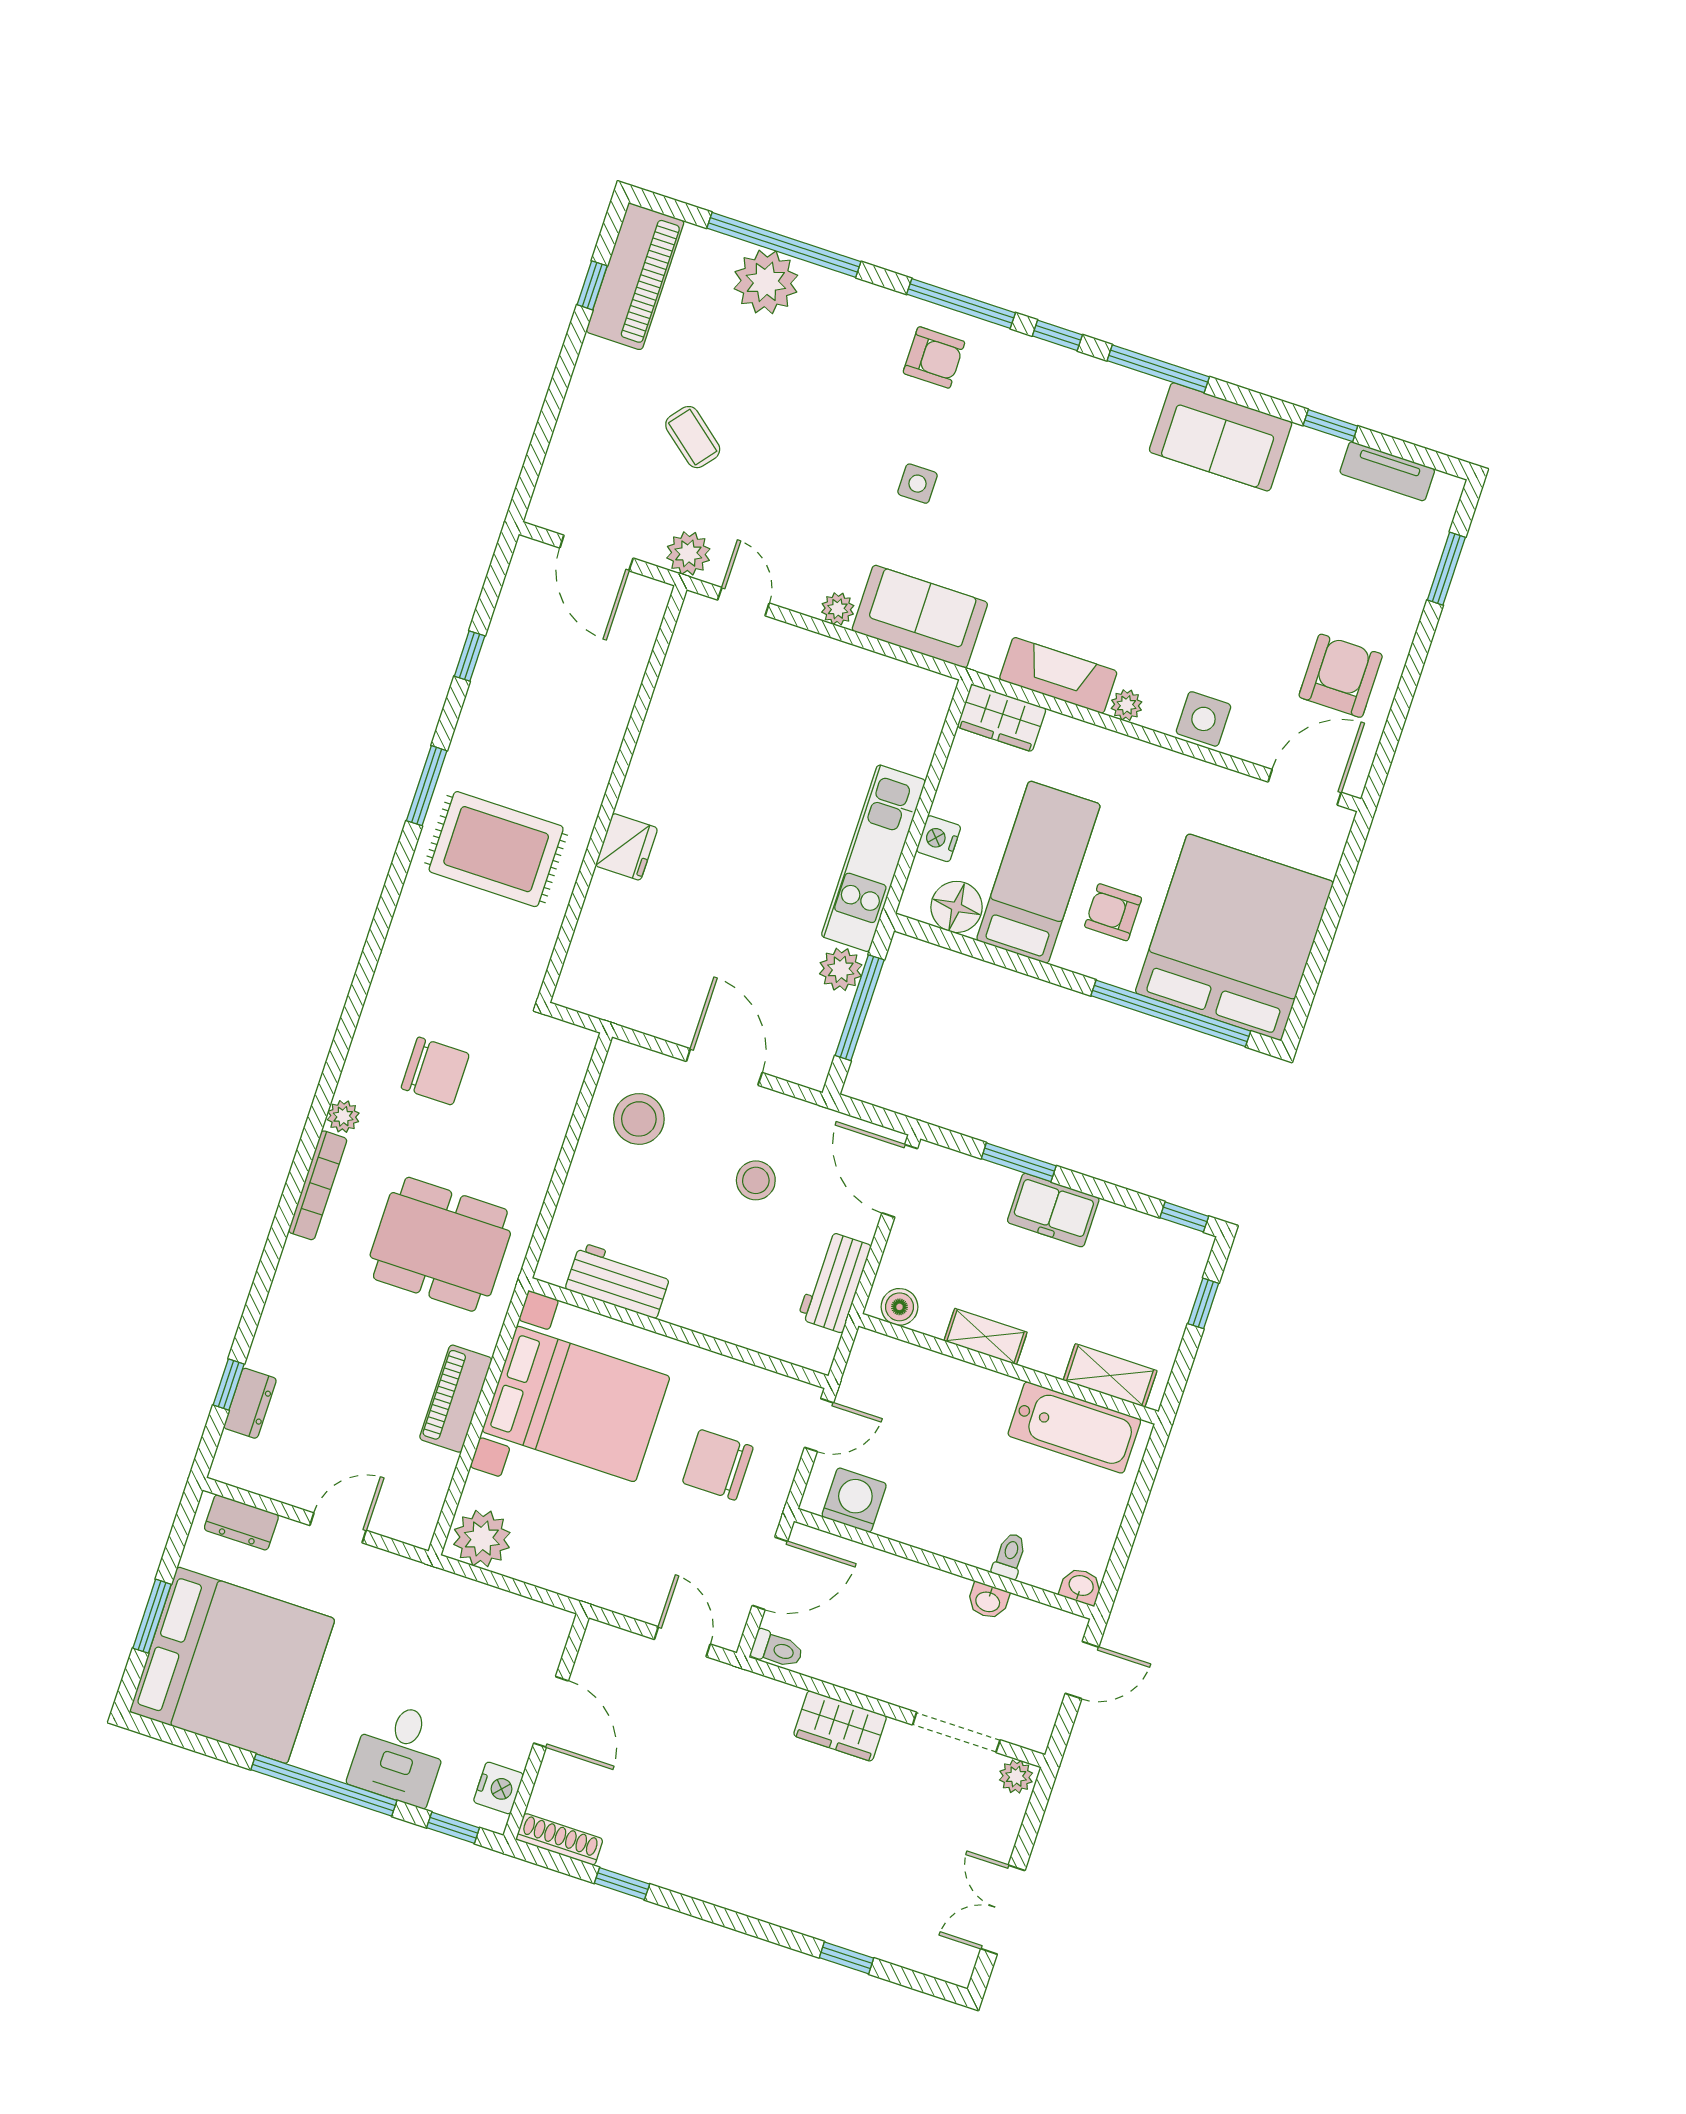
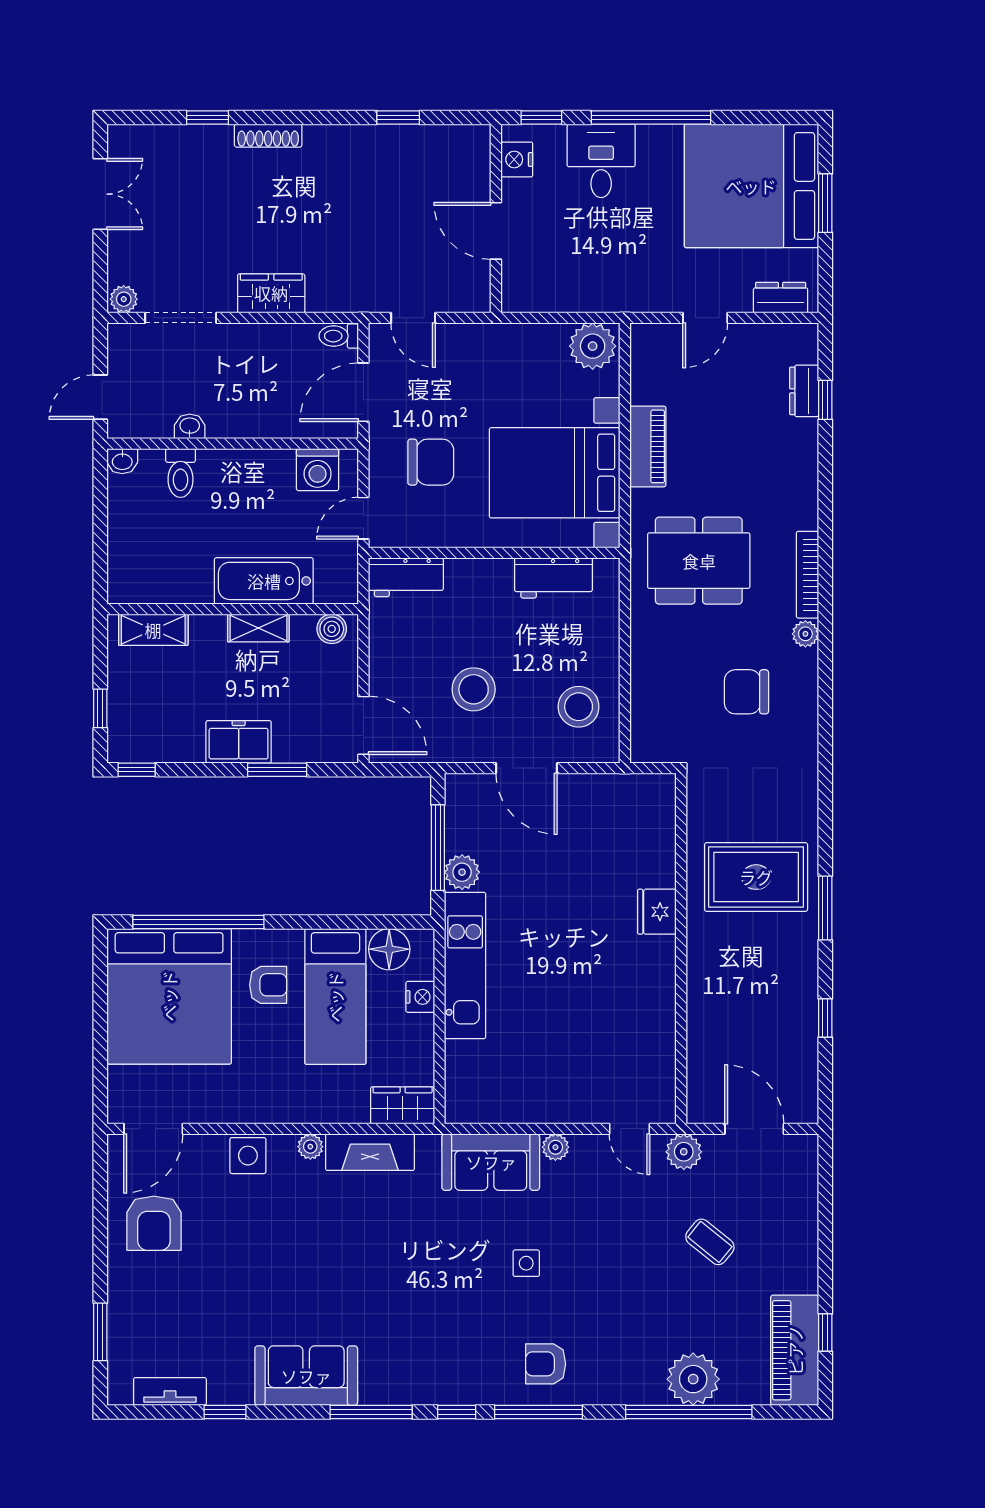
stool: (756, 1180) -> (474, 689), width x1.38, depth x1.38
workbench: (835, 1282) -> (406, 577), moved, turned 90
bathtub: (1074, 1427) -> (264, 581), moved
toilet: (1010, 1556) -> (181, 473), width x1.37, depth x1.39
shoe rack: (559, 1839) -> (268, 136), moved

